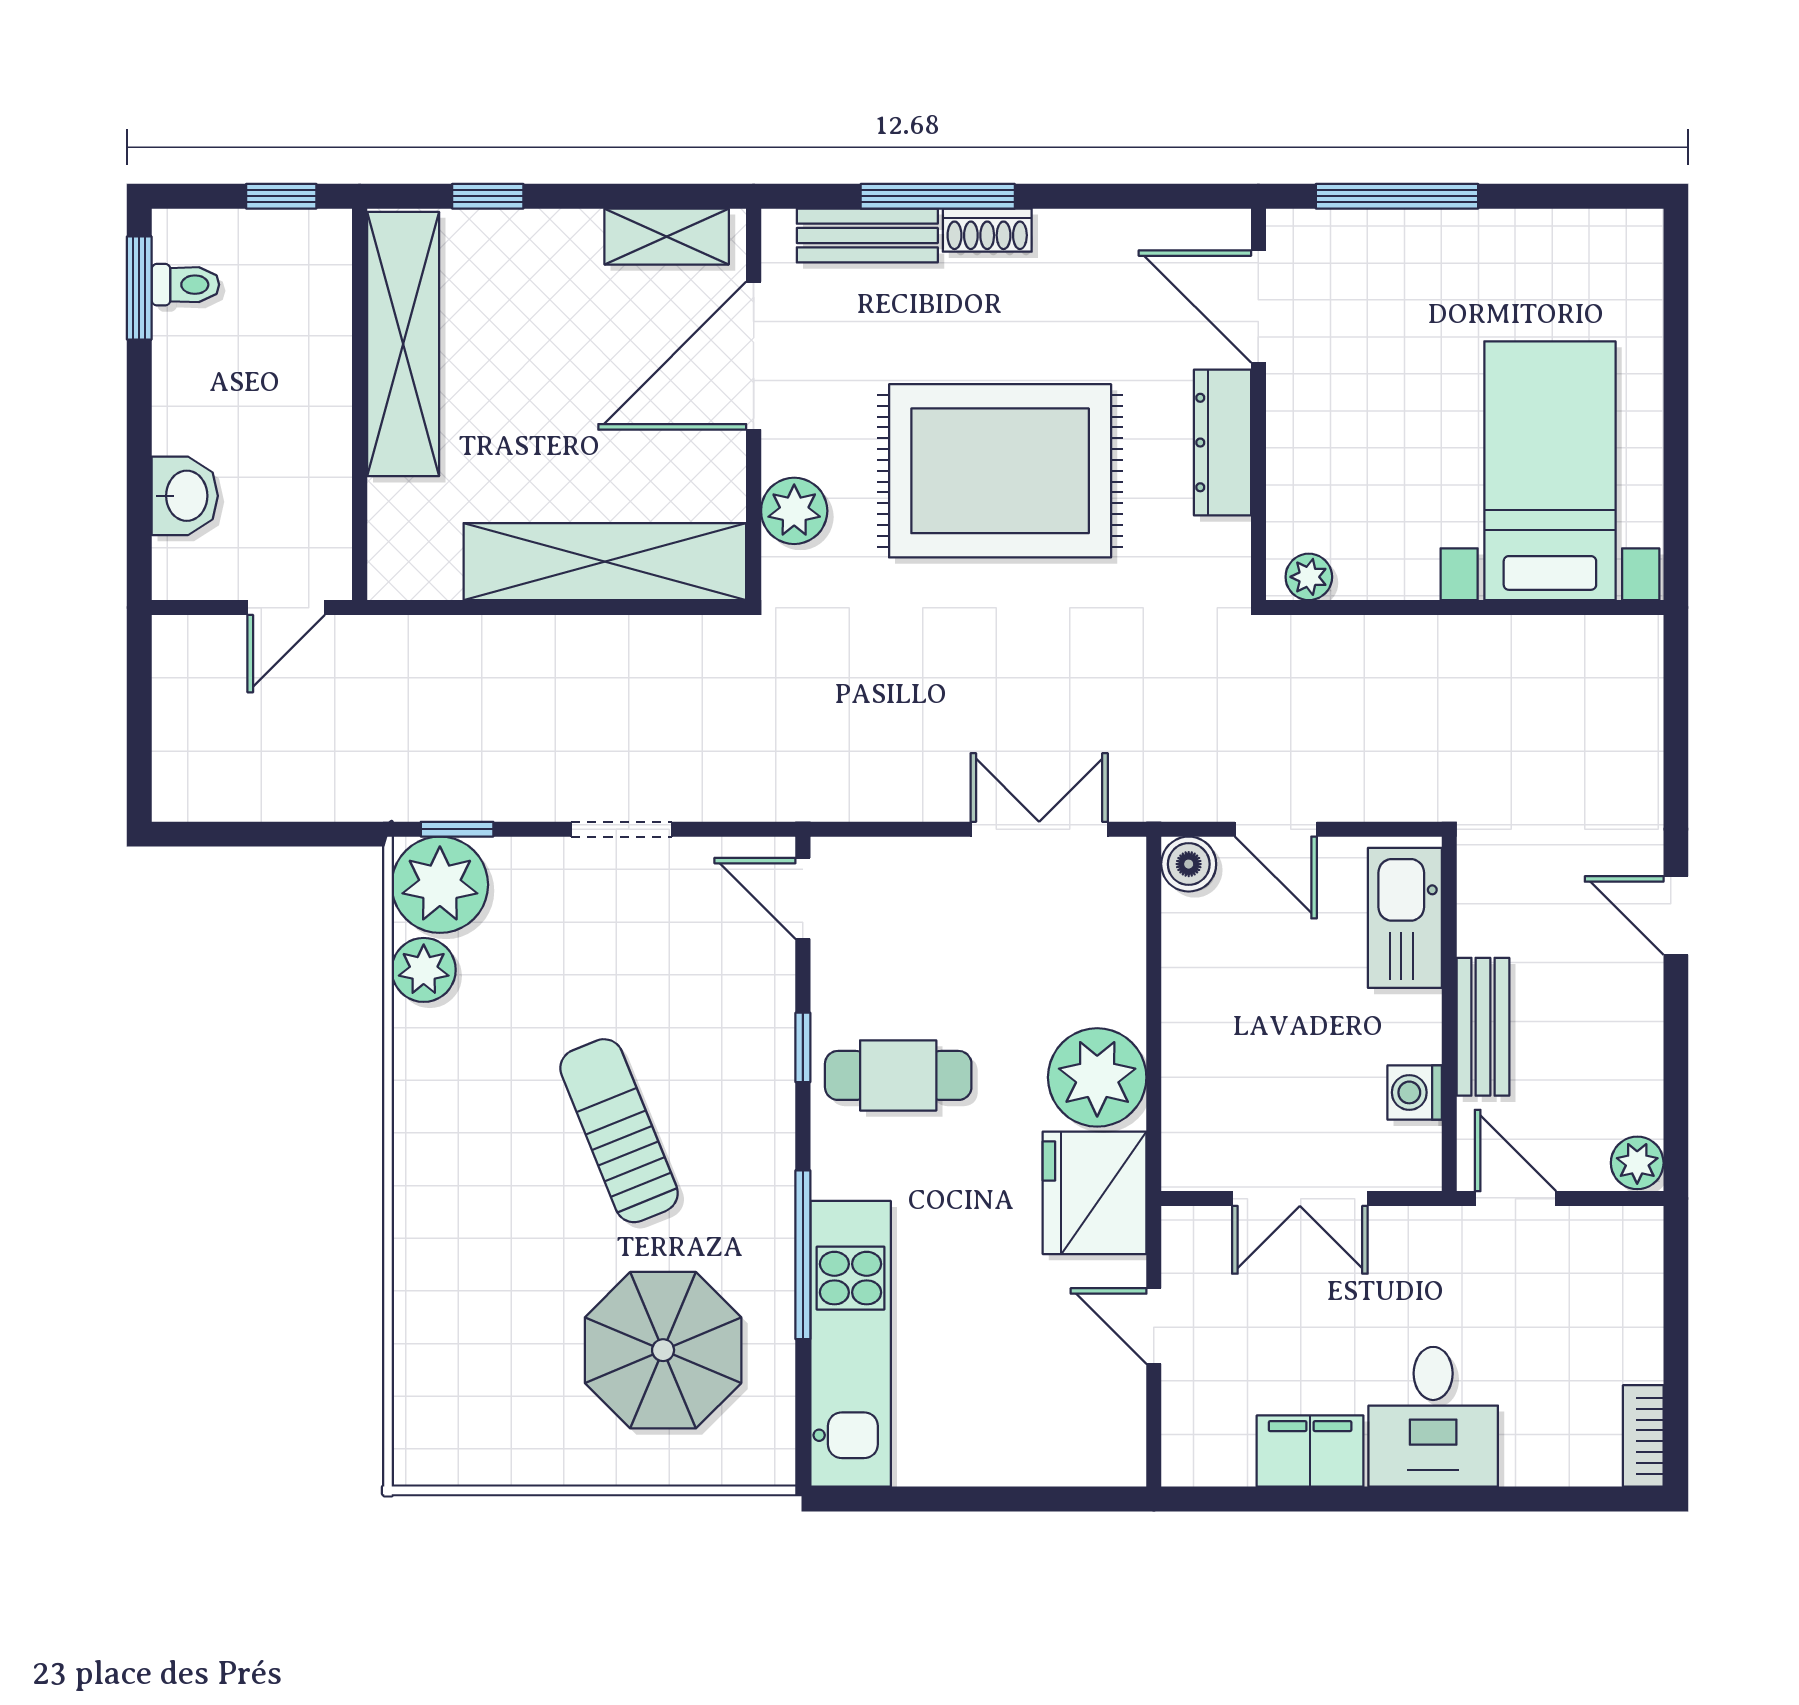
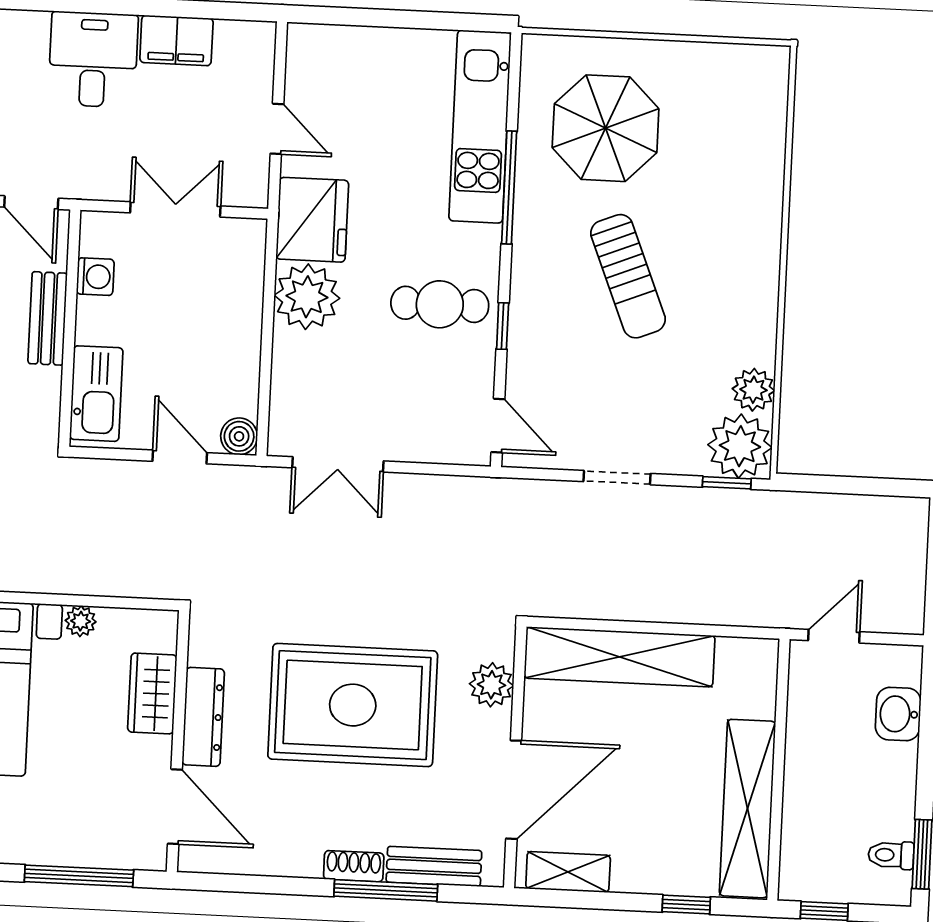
wardrobe: (1300, 474) -> (152, 693), added
plant: (1309, 577) -> (81, 621), moved

